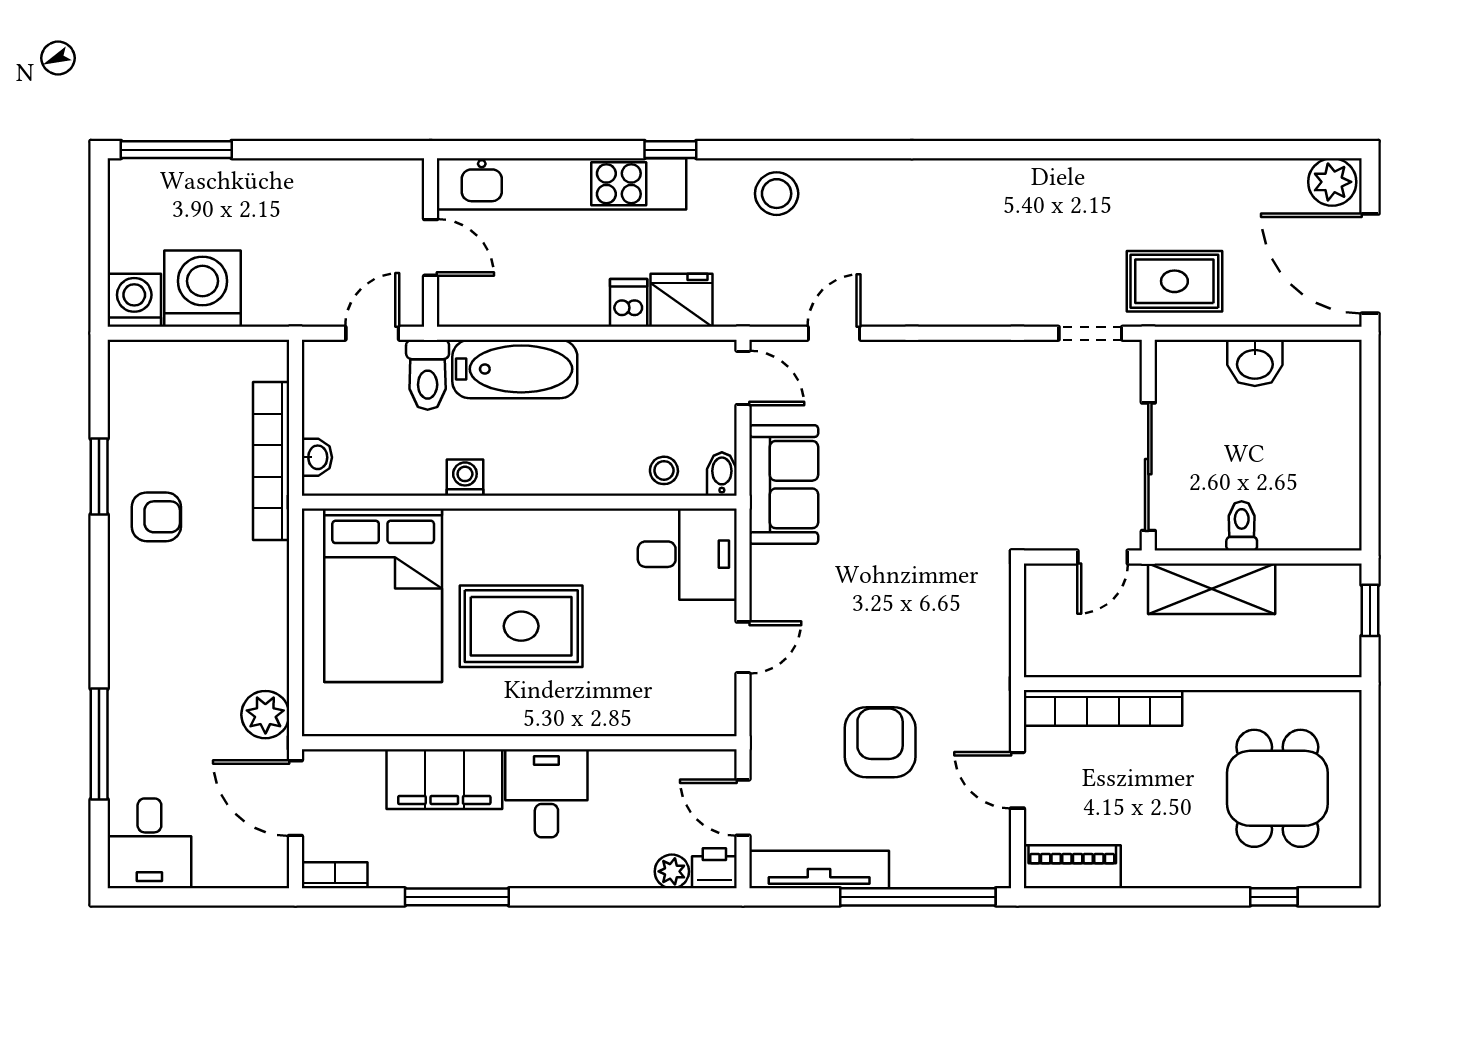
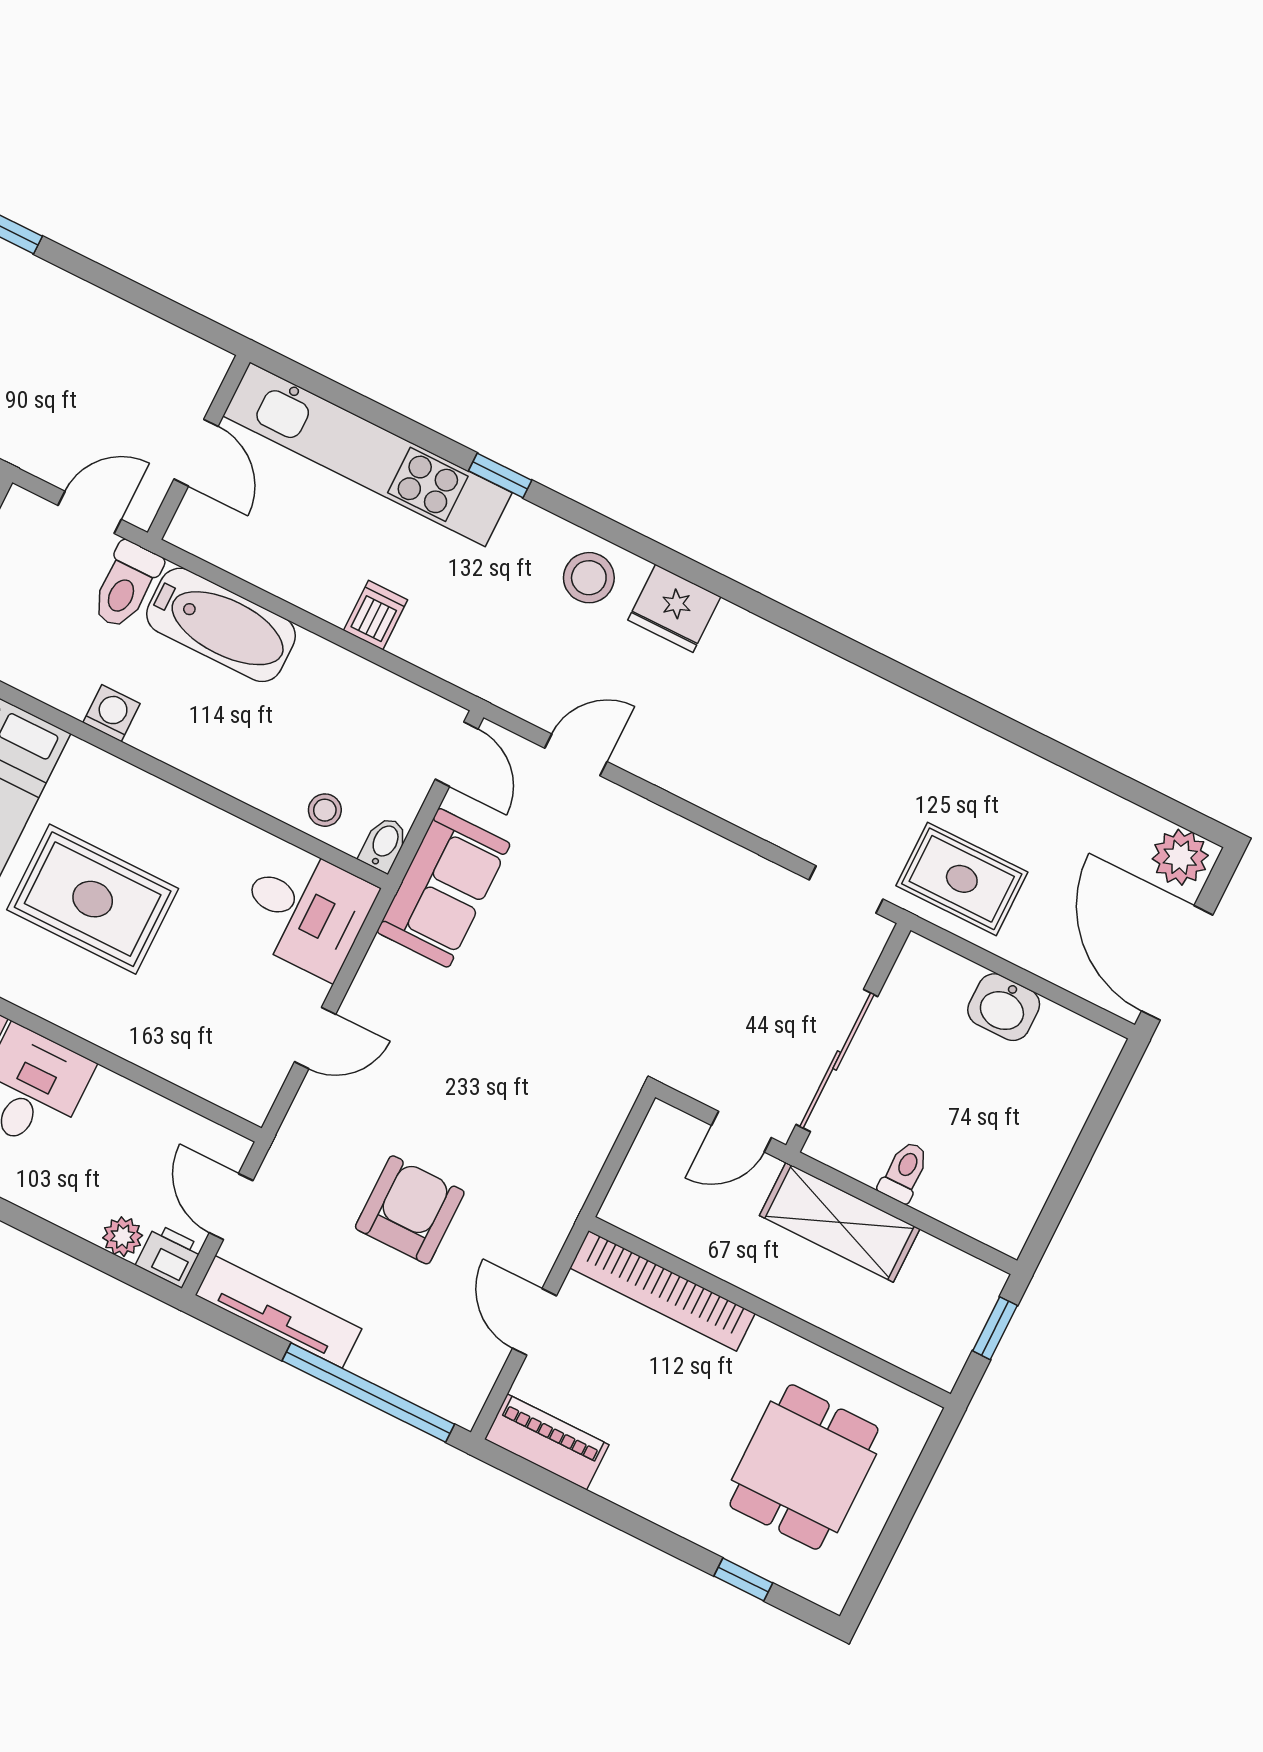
fridge: (681, 300) -> (674, 608), moved, turned 180

